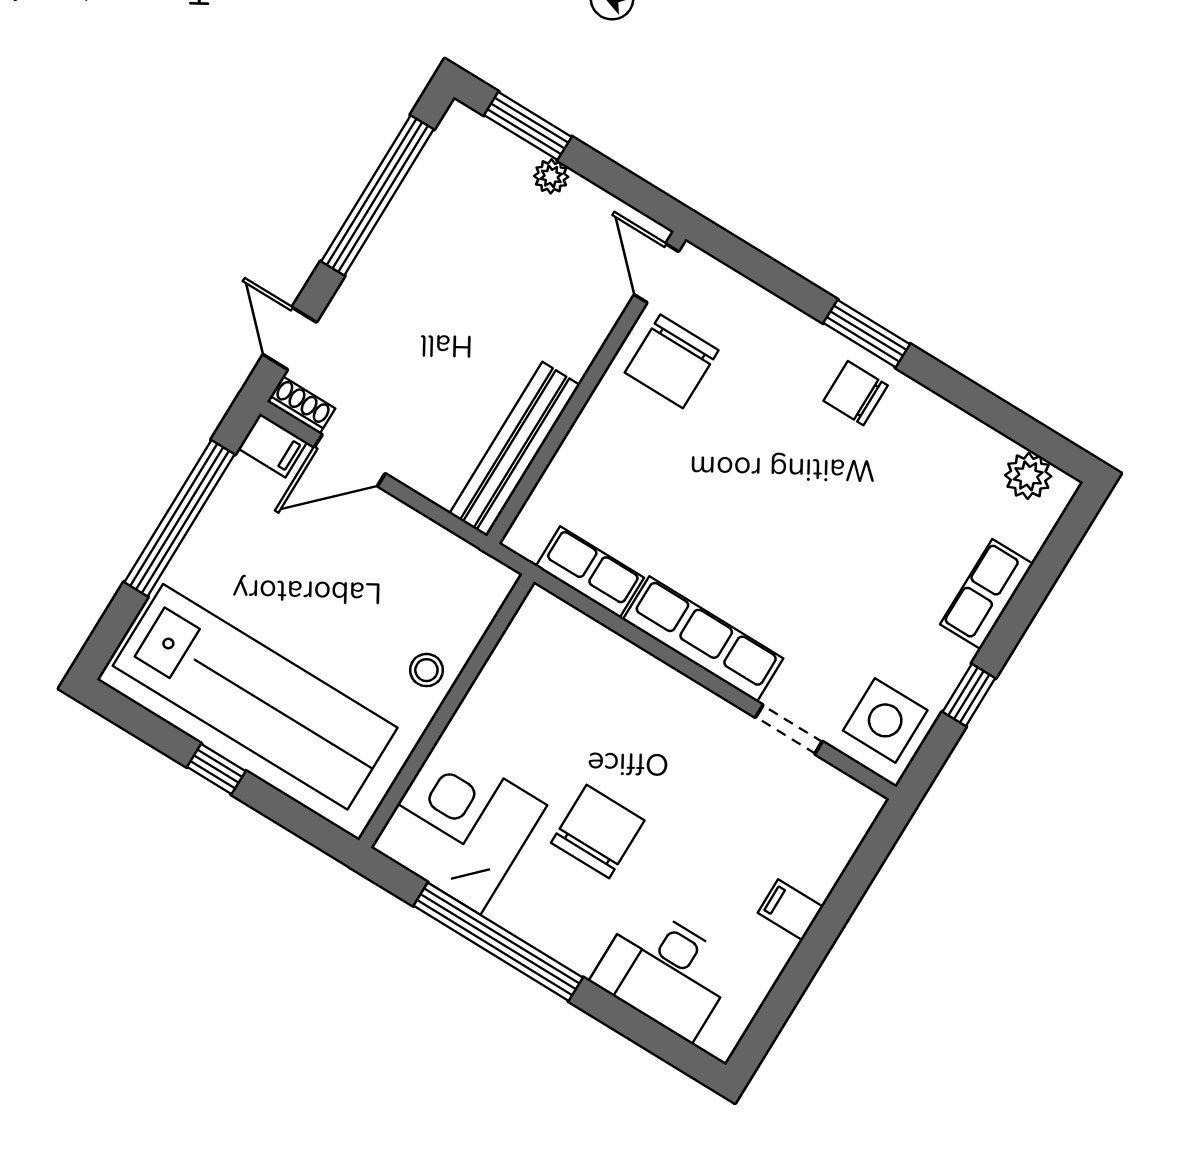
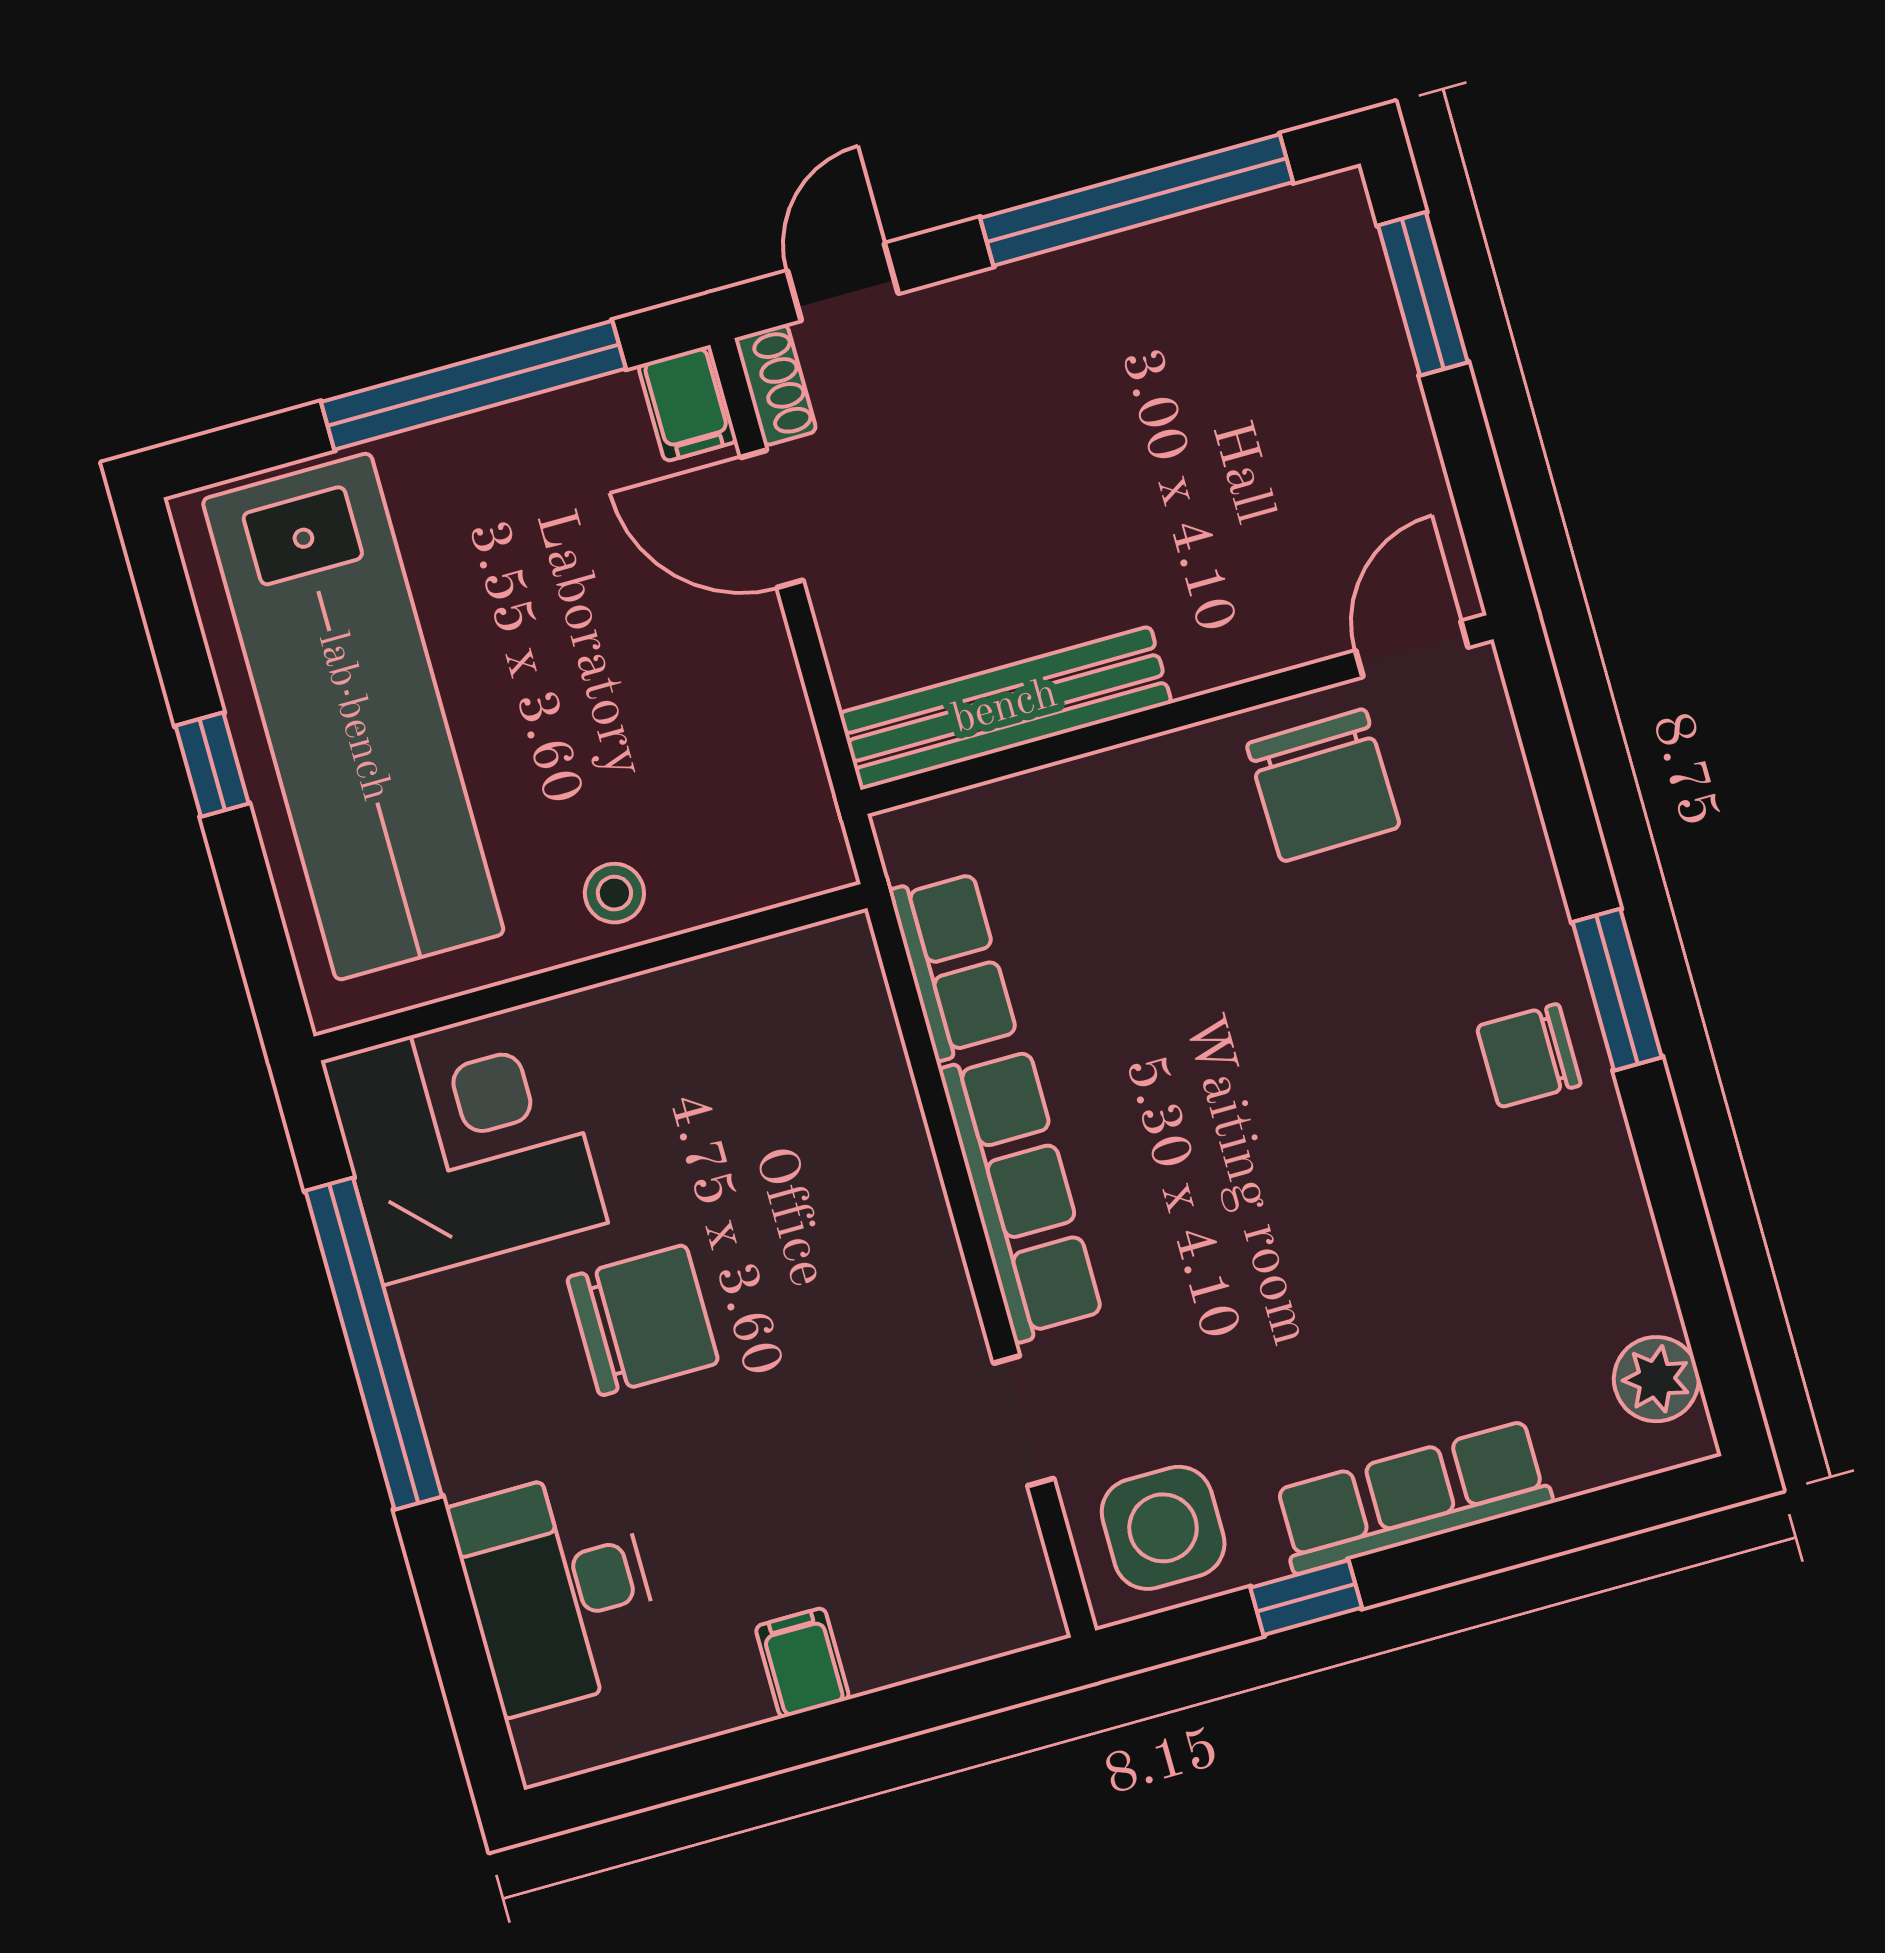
plant: (551, 176) -> (1392, 390), removed
chair: (672, 361) -> (1323, 785), turned -91
chair: (856, 393) -> (1529, 1056), turned -90
row of seats: (987, 594) -> (1412, 1497), width x1.48

